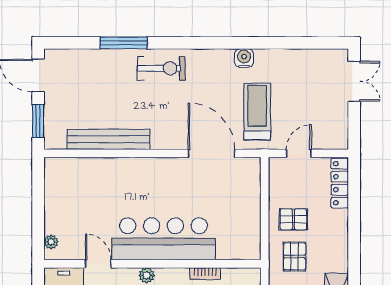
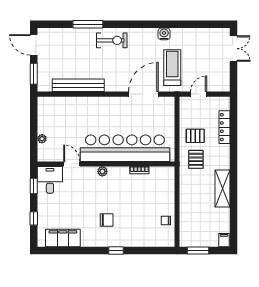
door: (211, 153) -> (143, 94), hinge flipped
locker: (340, 183) -> (225, 127), moved
bar counter: (163, 239) -> (125, 148), width x1.36
plant: (51, 242) -> (42, 139), moved

